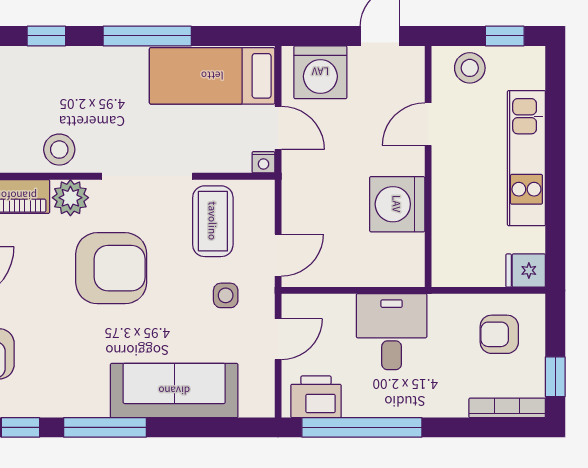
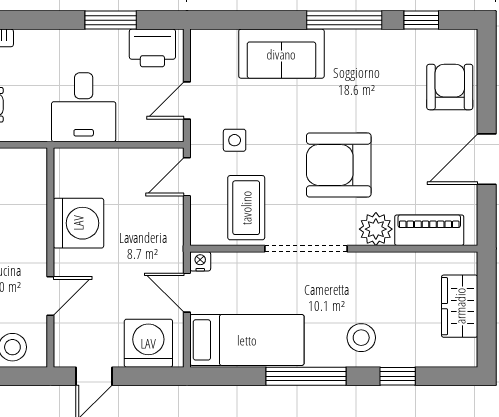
stool: (59, 150) -> (361, 338), moved
sofa: (174, 391) -> (281, 54), width x0.73
window: (362, 427) -> (111, 20), width x0.47

